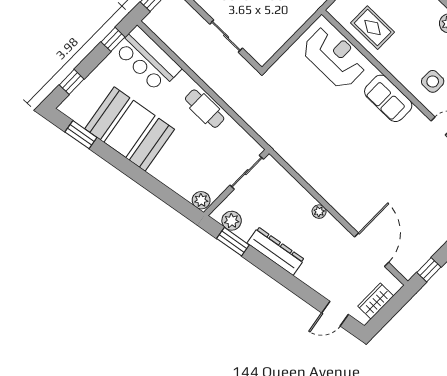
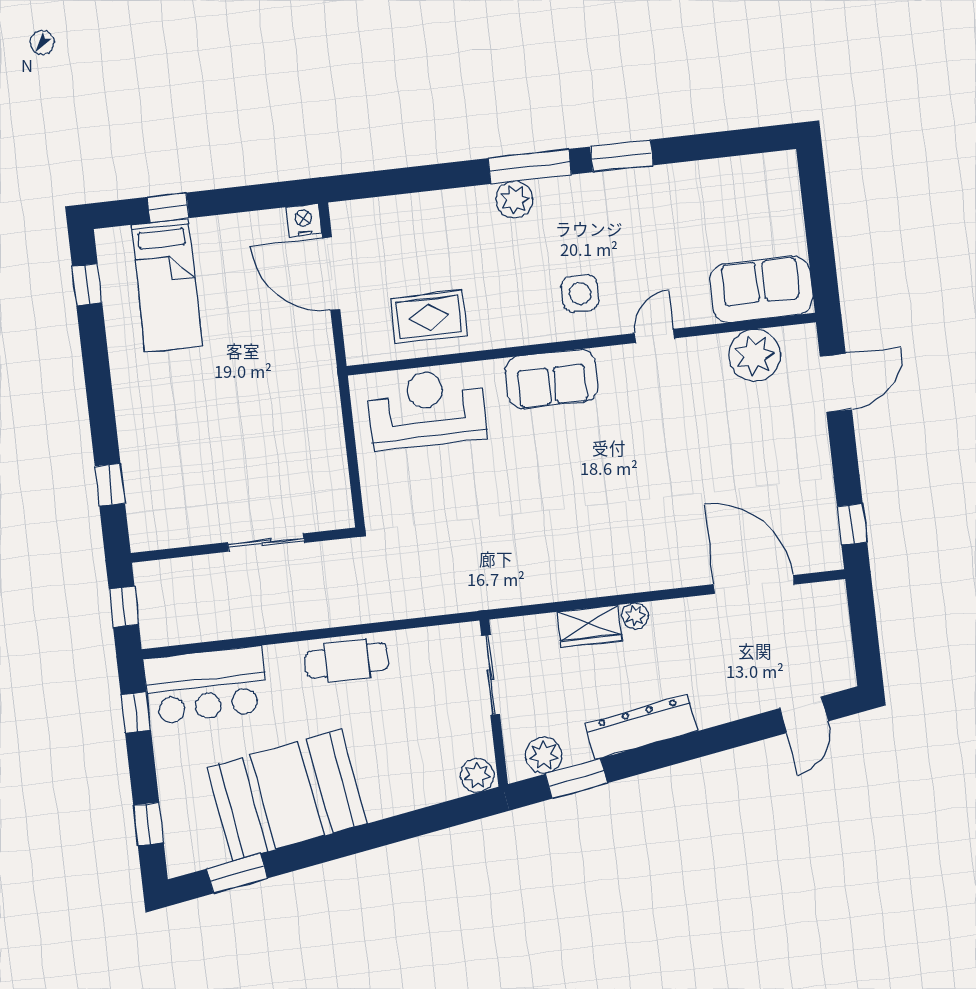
wardrobe: (376, 301) -> (590, 626), moved, turned -90

